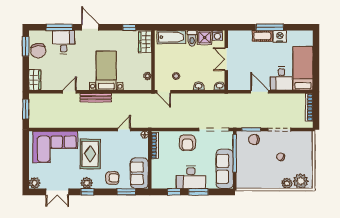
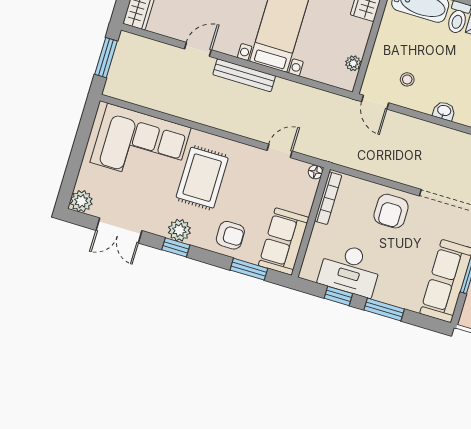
desk: (191, 177) -> (350, 270), moved

